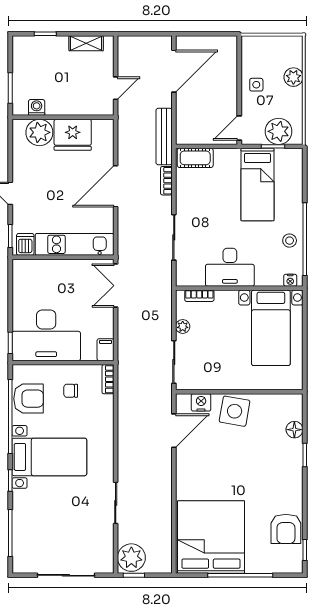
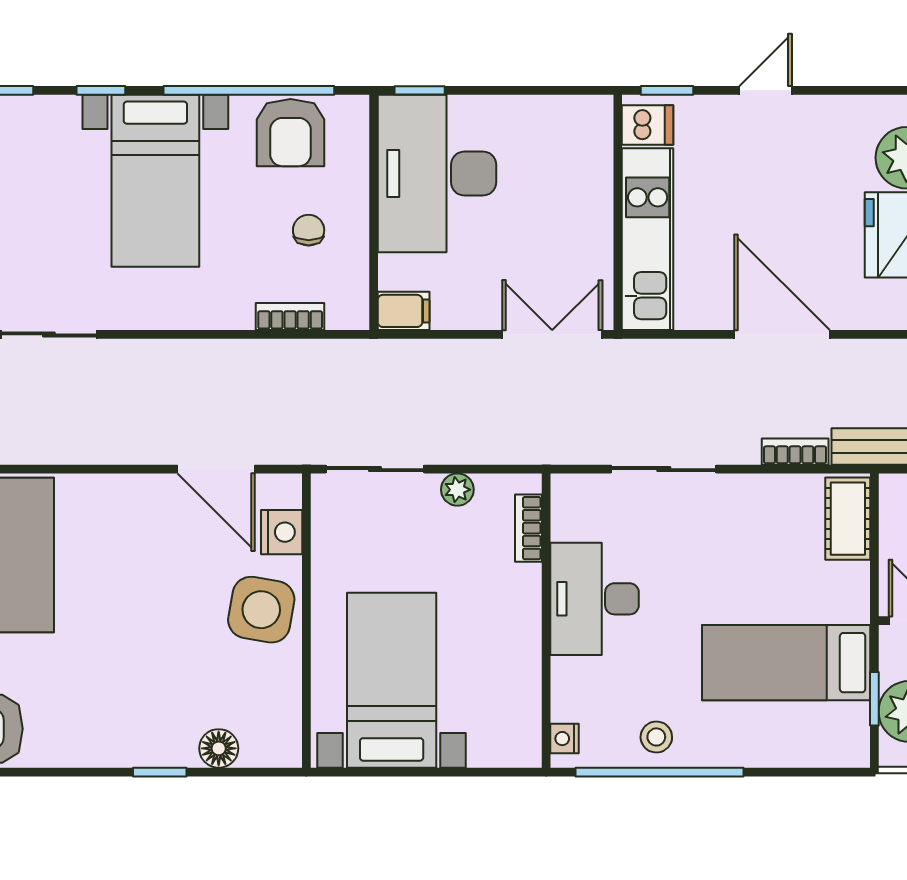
bed with nightstands: (271, 328) -> (392, 680), moved, turned 90
bookcase: (108, 379) -> (290, 317), moved

